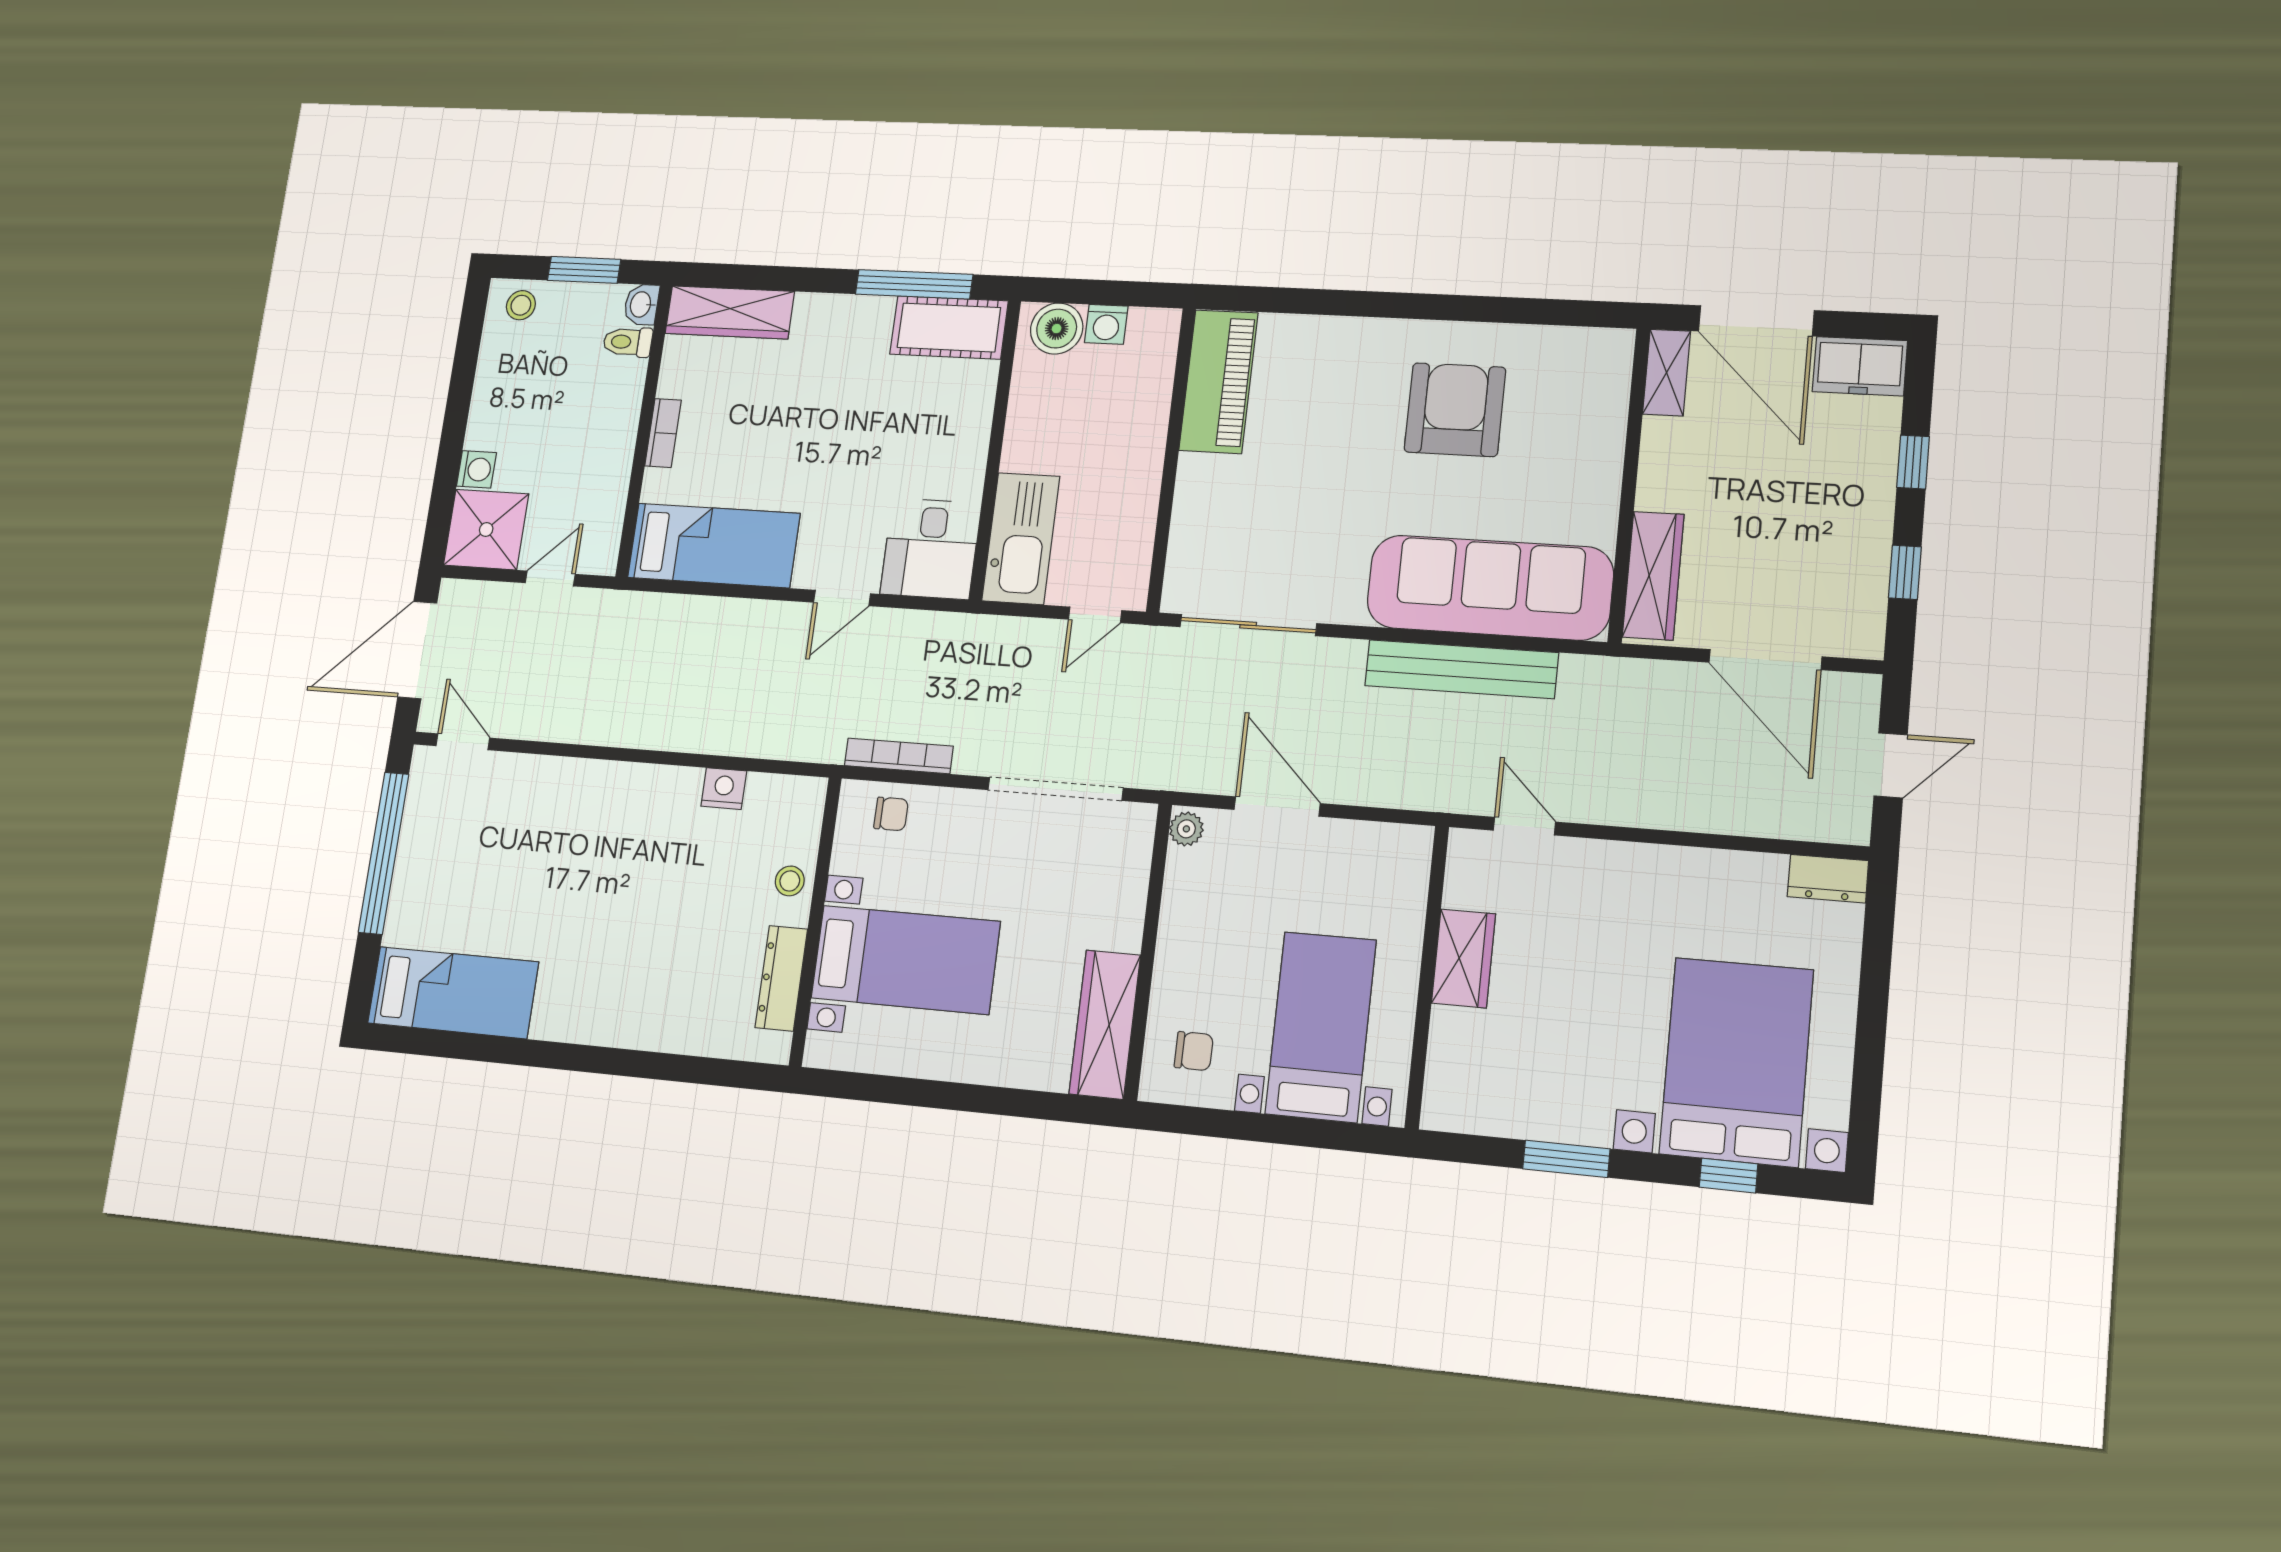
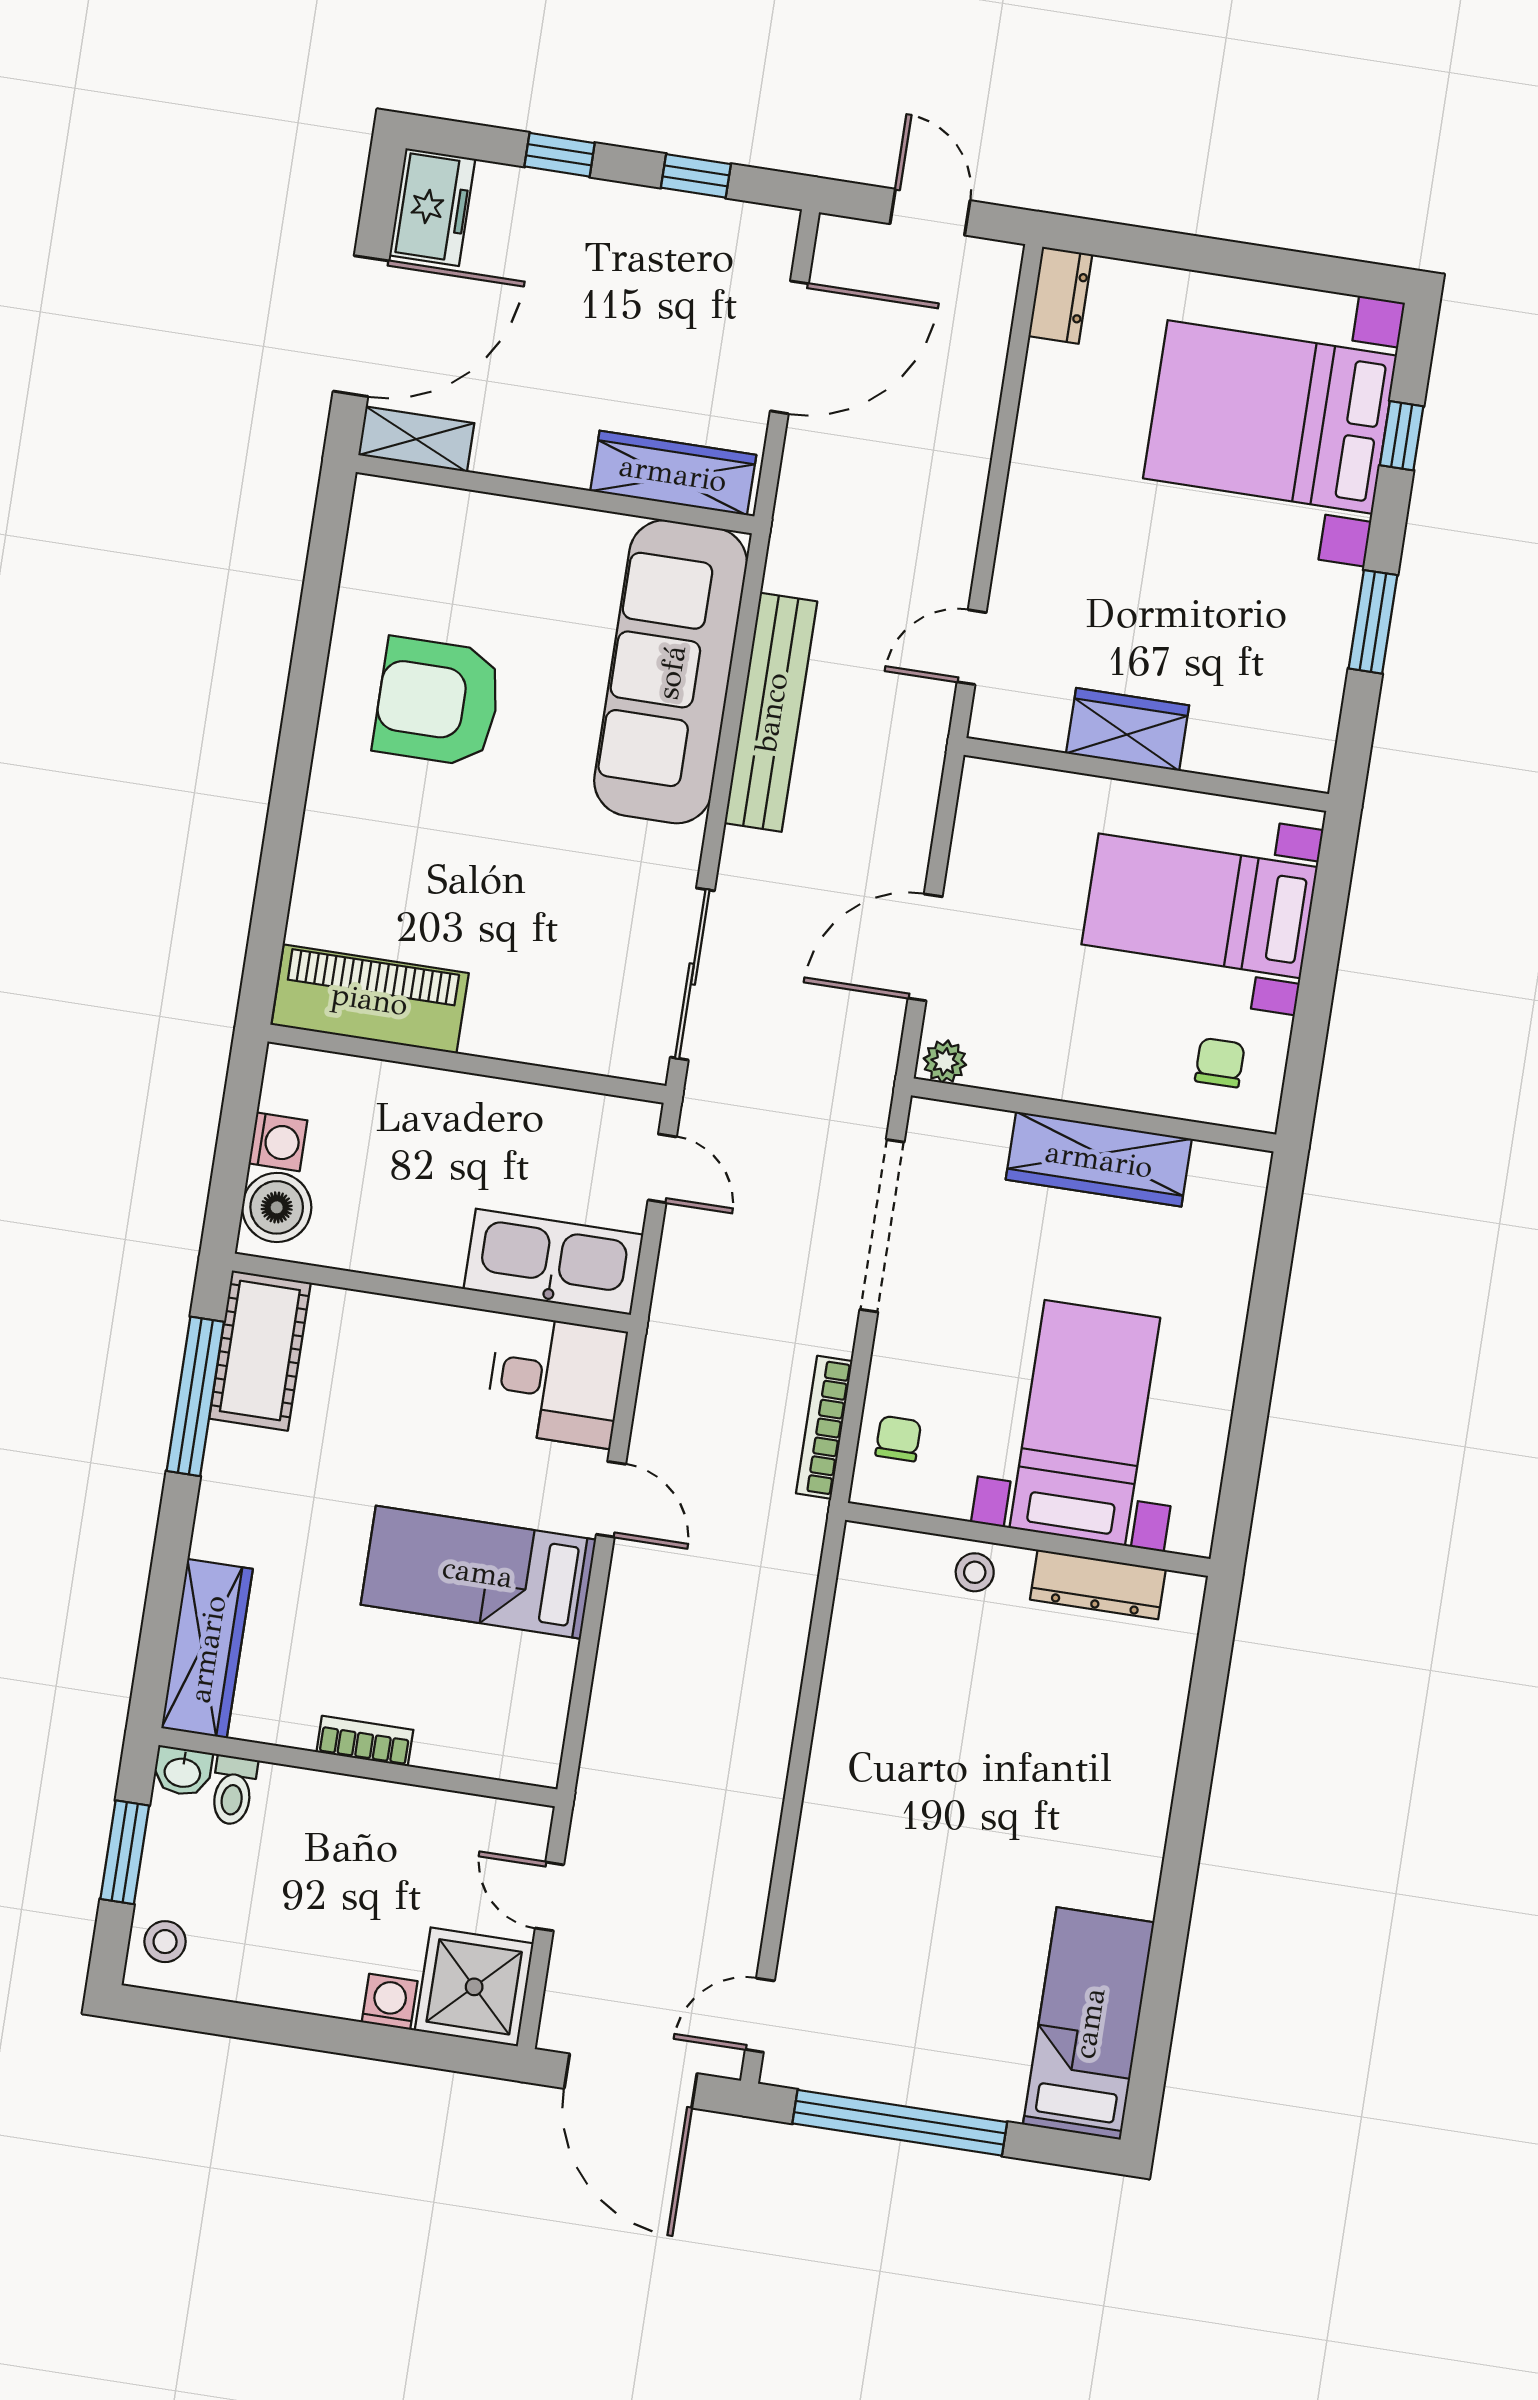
bed: (714, 545) -> (478, 1572), moved, turned -90
nightstand: (724, 789) -> (849, 1659), removed
wardrobe: (1105, 1024) -> (1099, 1159), moved

